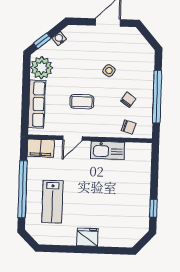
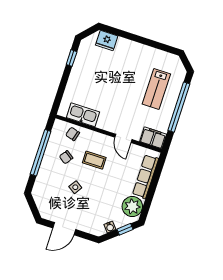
coffee table: (82, 102) -> (94, 160), moved
door: (72, 138) -> (123, 138), swing flipped
kitchen sink: (108, 150) -> (83, 115), moved
lab bench: (52, 202) -> (156, 89), turned 180
fridge: (87, 237) -> (107, 41), moved

